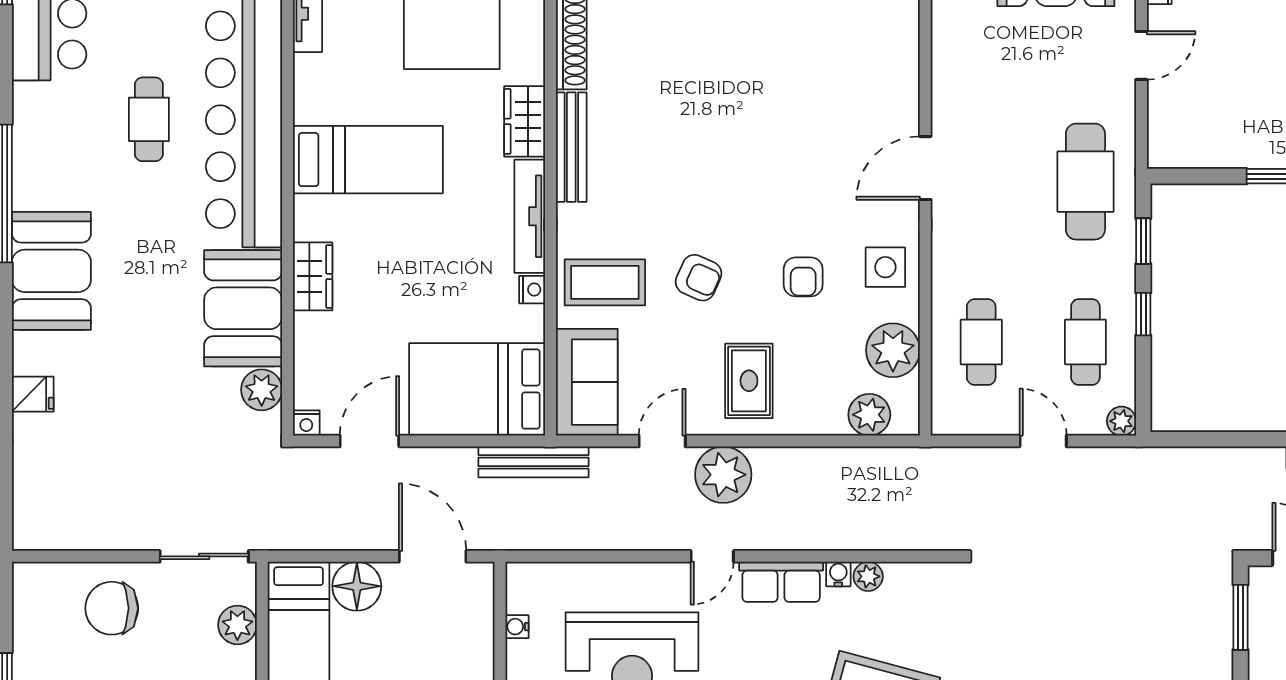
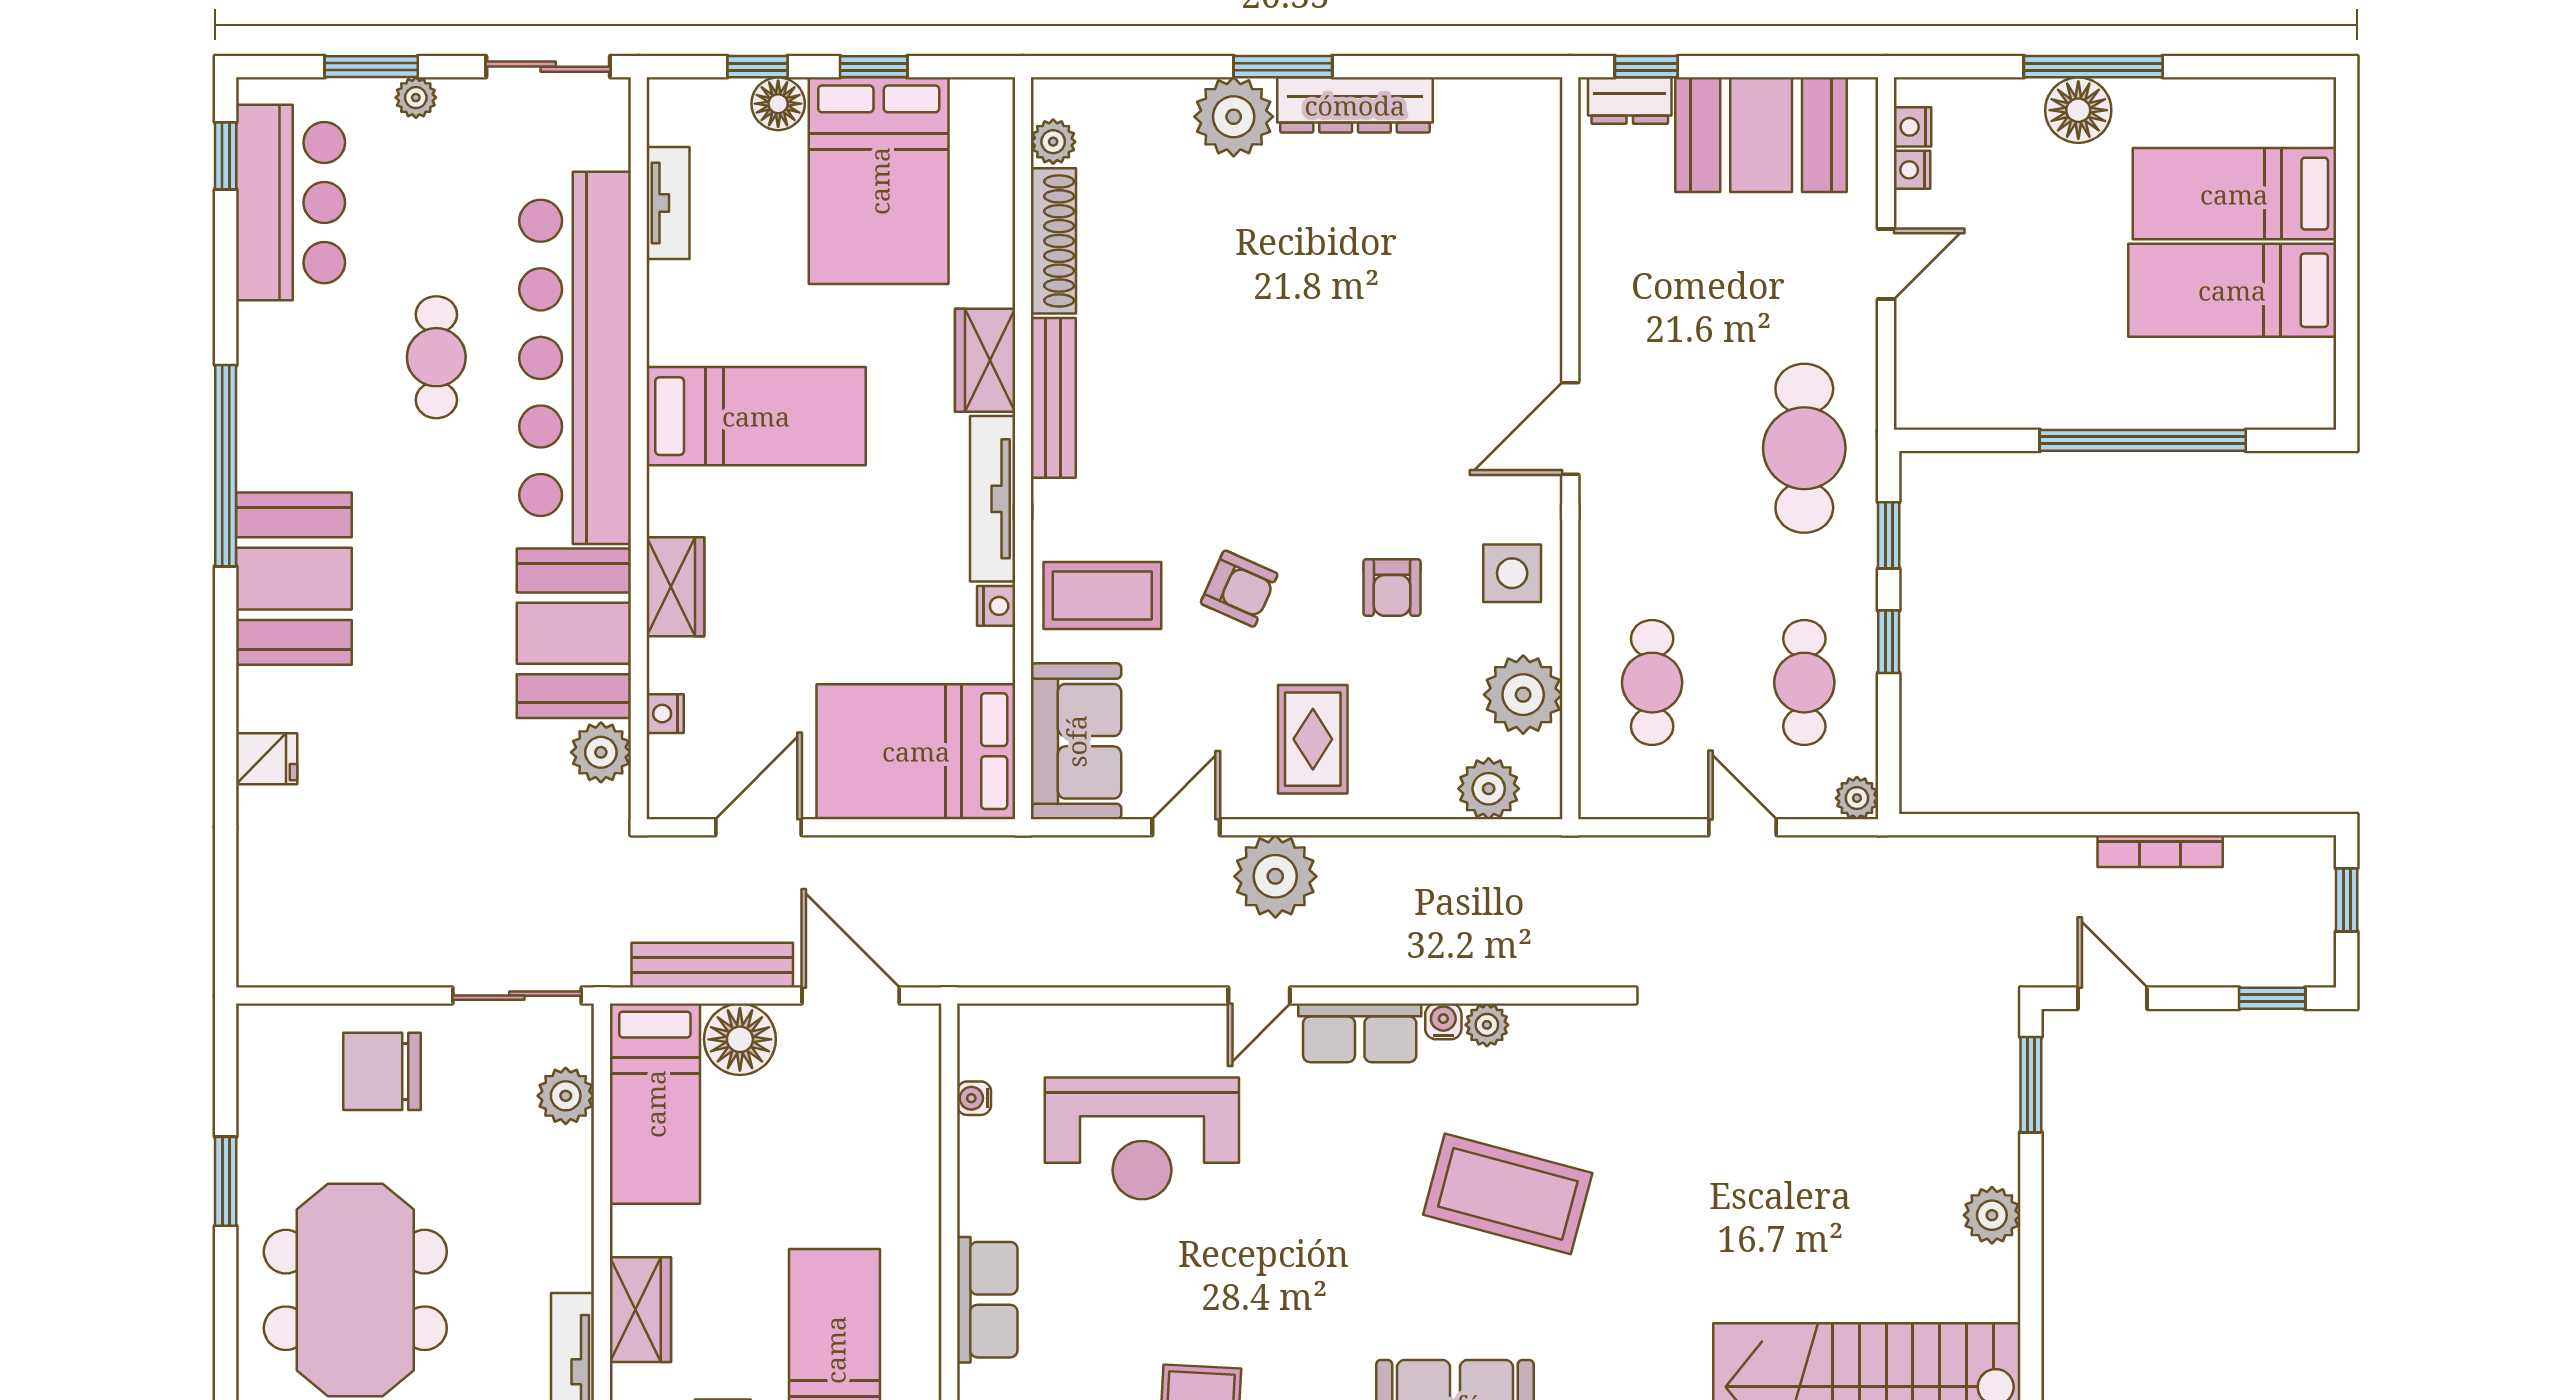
nightstand: (306, 423) -> (665, 714), moved, turned 90
bench: (534, 462) -> (712, 965), moved

